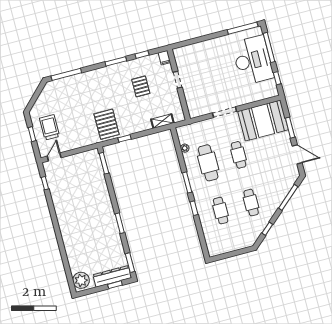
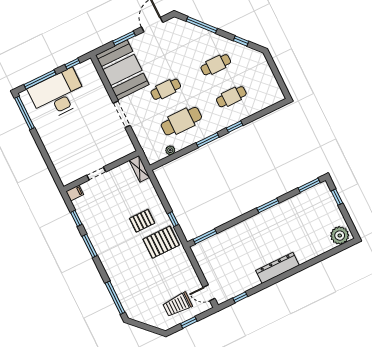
pallet: (141, 86) -> (142, 221), moved
shelving: (162, 121) -> (139, 169), moved
dresser: (112, 276) -> (278, 268), moved, turned 90

